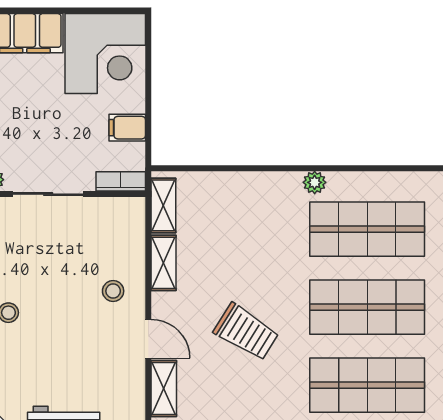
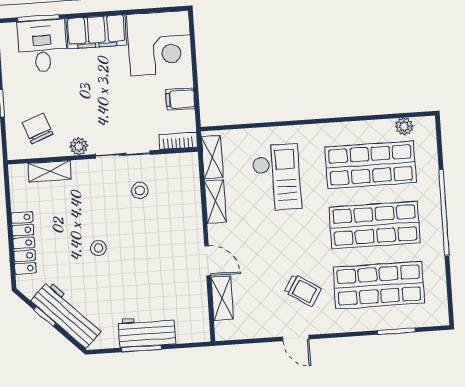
plant: (315, 182) -> (404, 126), moved
checkout: (245, 237) -> (277, 177), added
stool: (113, 291) -> (140, 190), moved
trolley: (246, 332) -> (303, 290), moved, width x0.73, depth x0.72

